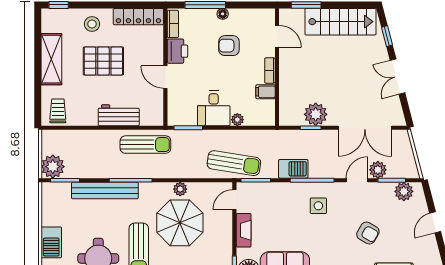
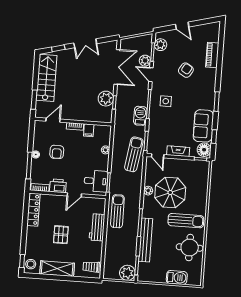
stool: (92, 24) -> (31, 264), moved
pallet: (103, 61) -> (61, 235), width x0.67, depth x0.71
desk: (214, 108) -> (96, 181), moved

